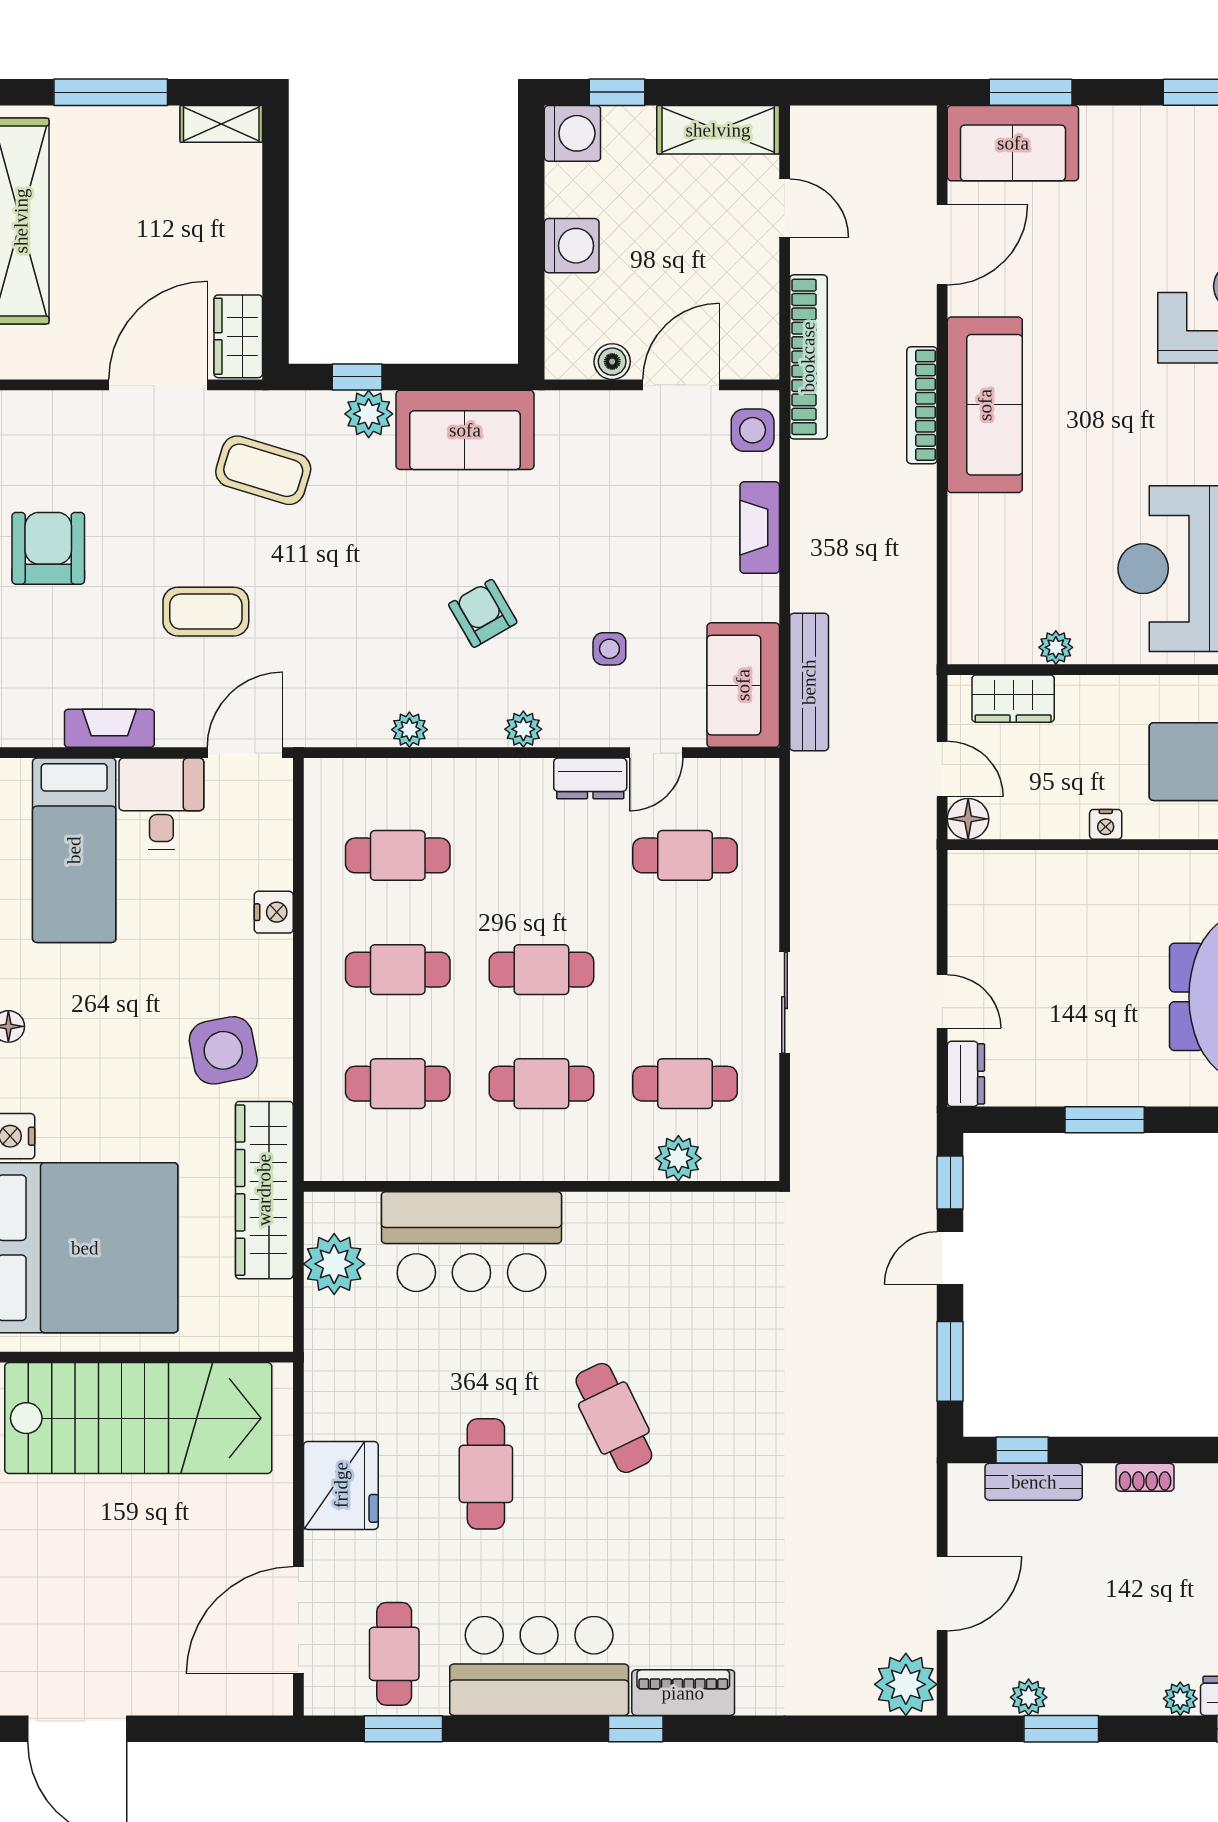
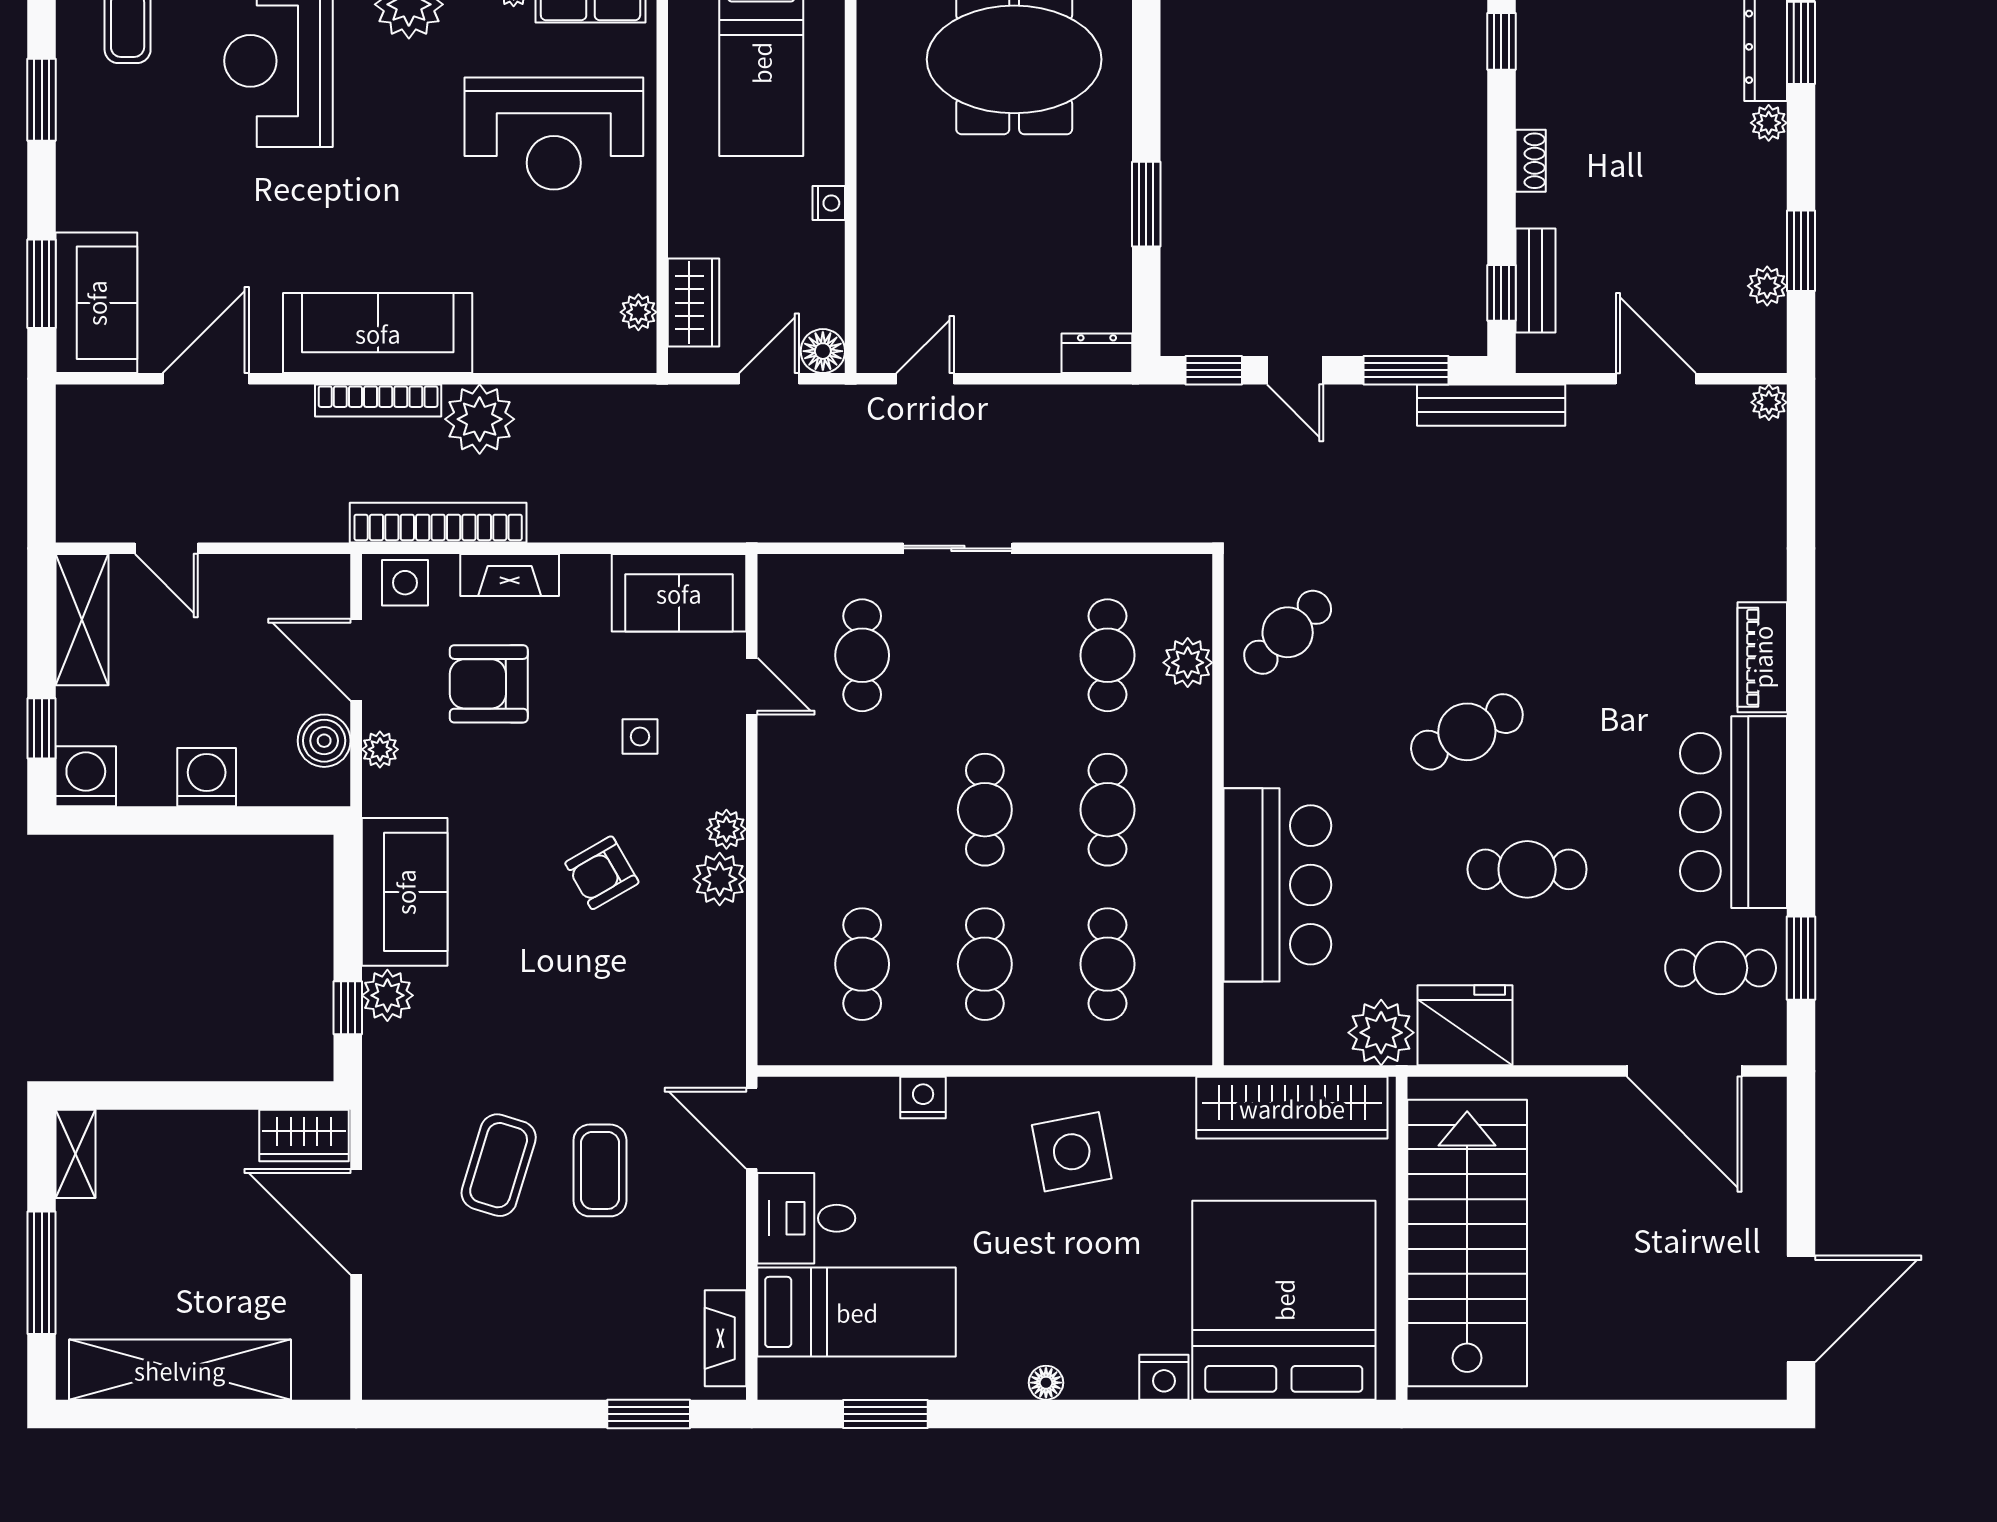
door: (785, 208) -> (166, 548), swing flipped
door: (942, 245) -> (206, 379), hinge flipped
bookcase: (808, 357) -> (438, 523), moved
boiler: (612, 362) -> (324, 741), width x1.36, depth x1.36
plant: (597, 407) -> (380, 749), added
coffee table: (263, 470) -> (499, 1165), moved
plant: (905, 500) -> (480, 419), added
armchair: (48, 548) -> (489, 684), moved
plant: (1056, 647) -> (638, 312), moved
bench: (809, 682) -> (1491, 405), moved
fireplace: (109, 728) -> (725, 1338), moved
plant: (409, 730) -> (720, 879), moved, width x1.38, depth x1.38
dresser: (590, 778) -> (779, 757), removed
door: (942, 1001) -> (925, 379), moved
sliding door: (785, 1003) -> (958, 548), moved
wardrobe: (264, 1190) -> (1292, 1108), moved
cafe table: (706, 1251) -> (1288, 632), added
plant: (334, 1264) -> (1381, 1033), moved
fridge: (341, 1485) -> (1465, 1025), moved
plant: (906, 1684) -> (1769, 402), width x0.53, depth x0.53
window: (636, 1729) -> (1801, 708), removed

